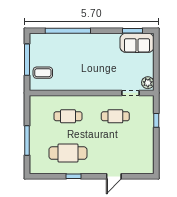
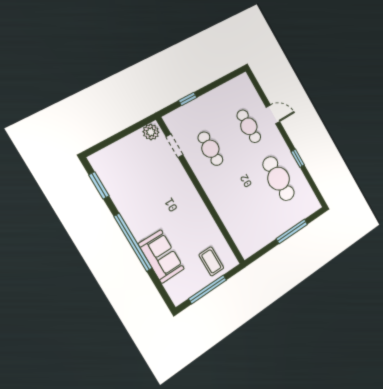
window: (68, 31) -> (133, 242), moved
sofa: (137, 43) -> (161, 256), moved
cafe table: (68, 116) -> (249, 126), moved

